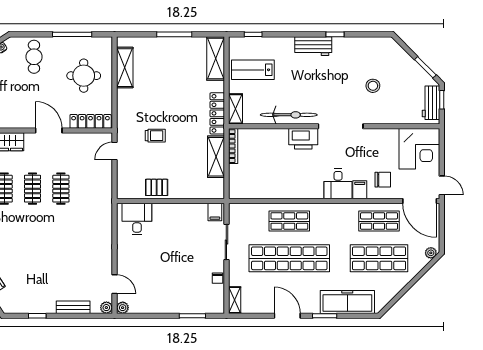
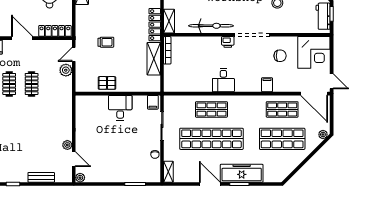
printer: (303, 139) -> (228, 42), width x0.53, depth x0.68
plant: (104, 171) -> (66, 70), added
chair: (383, 180) -> (280, 56), moved
desk: (338, 184) -> (223, 80), moved
desk: (137, 219) -> (120, 108), moved
freezer: (347, 302) -> (242, 173), moved
plant: (106, 308) -> (67, 145), moved

